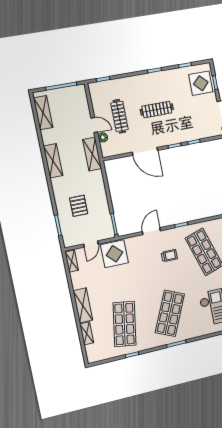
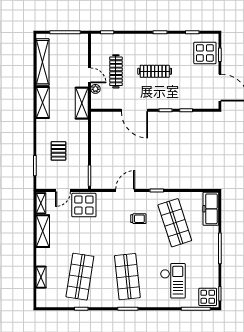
shelving: (43, 113) -> (43, 62), width x1.47
shelving: (83, 305) -> (43, 231), moved
shop shelf: (170, 313) -> (127, 277), turned -30

